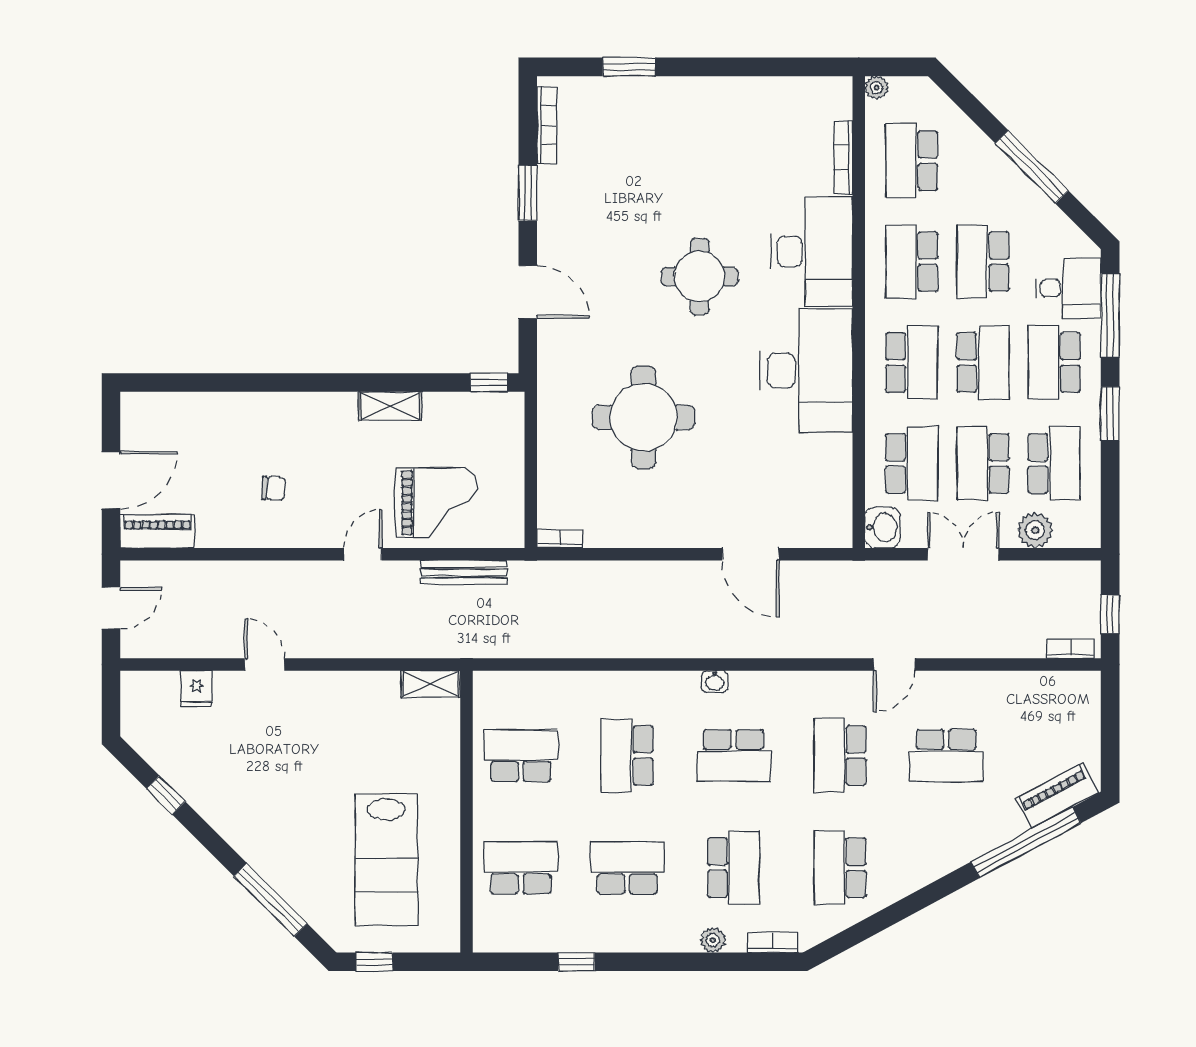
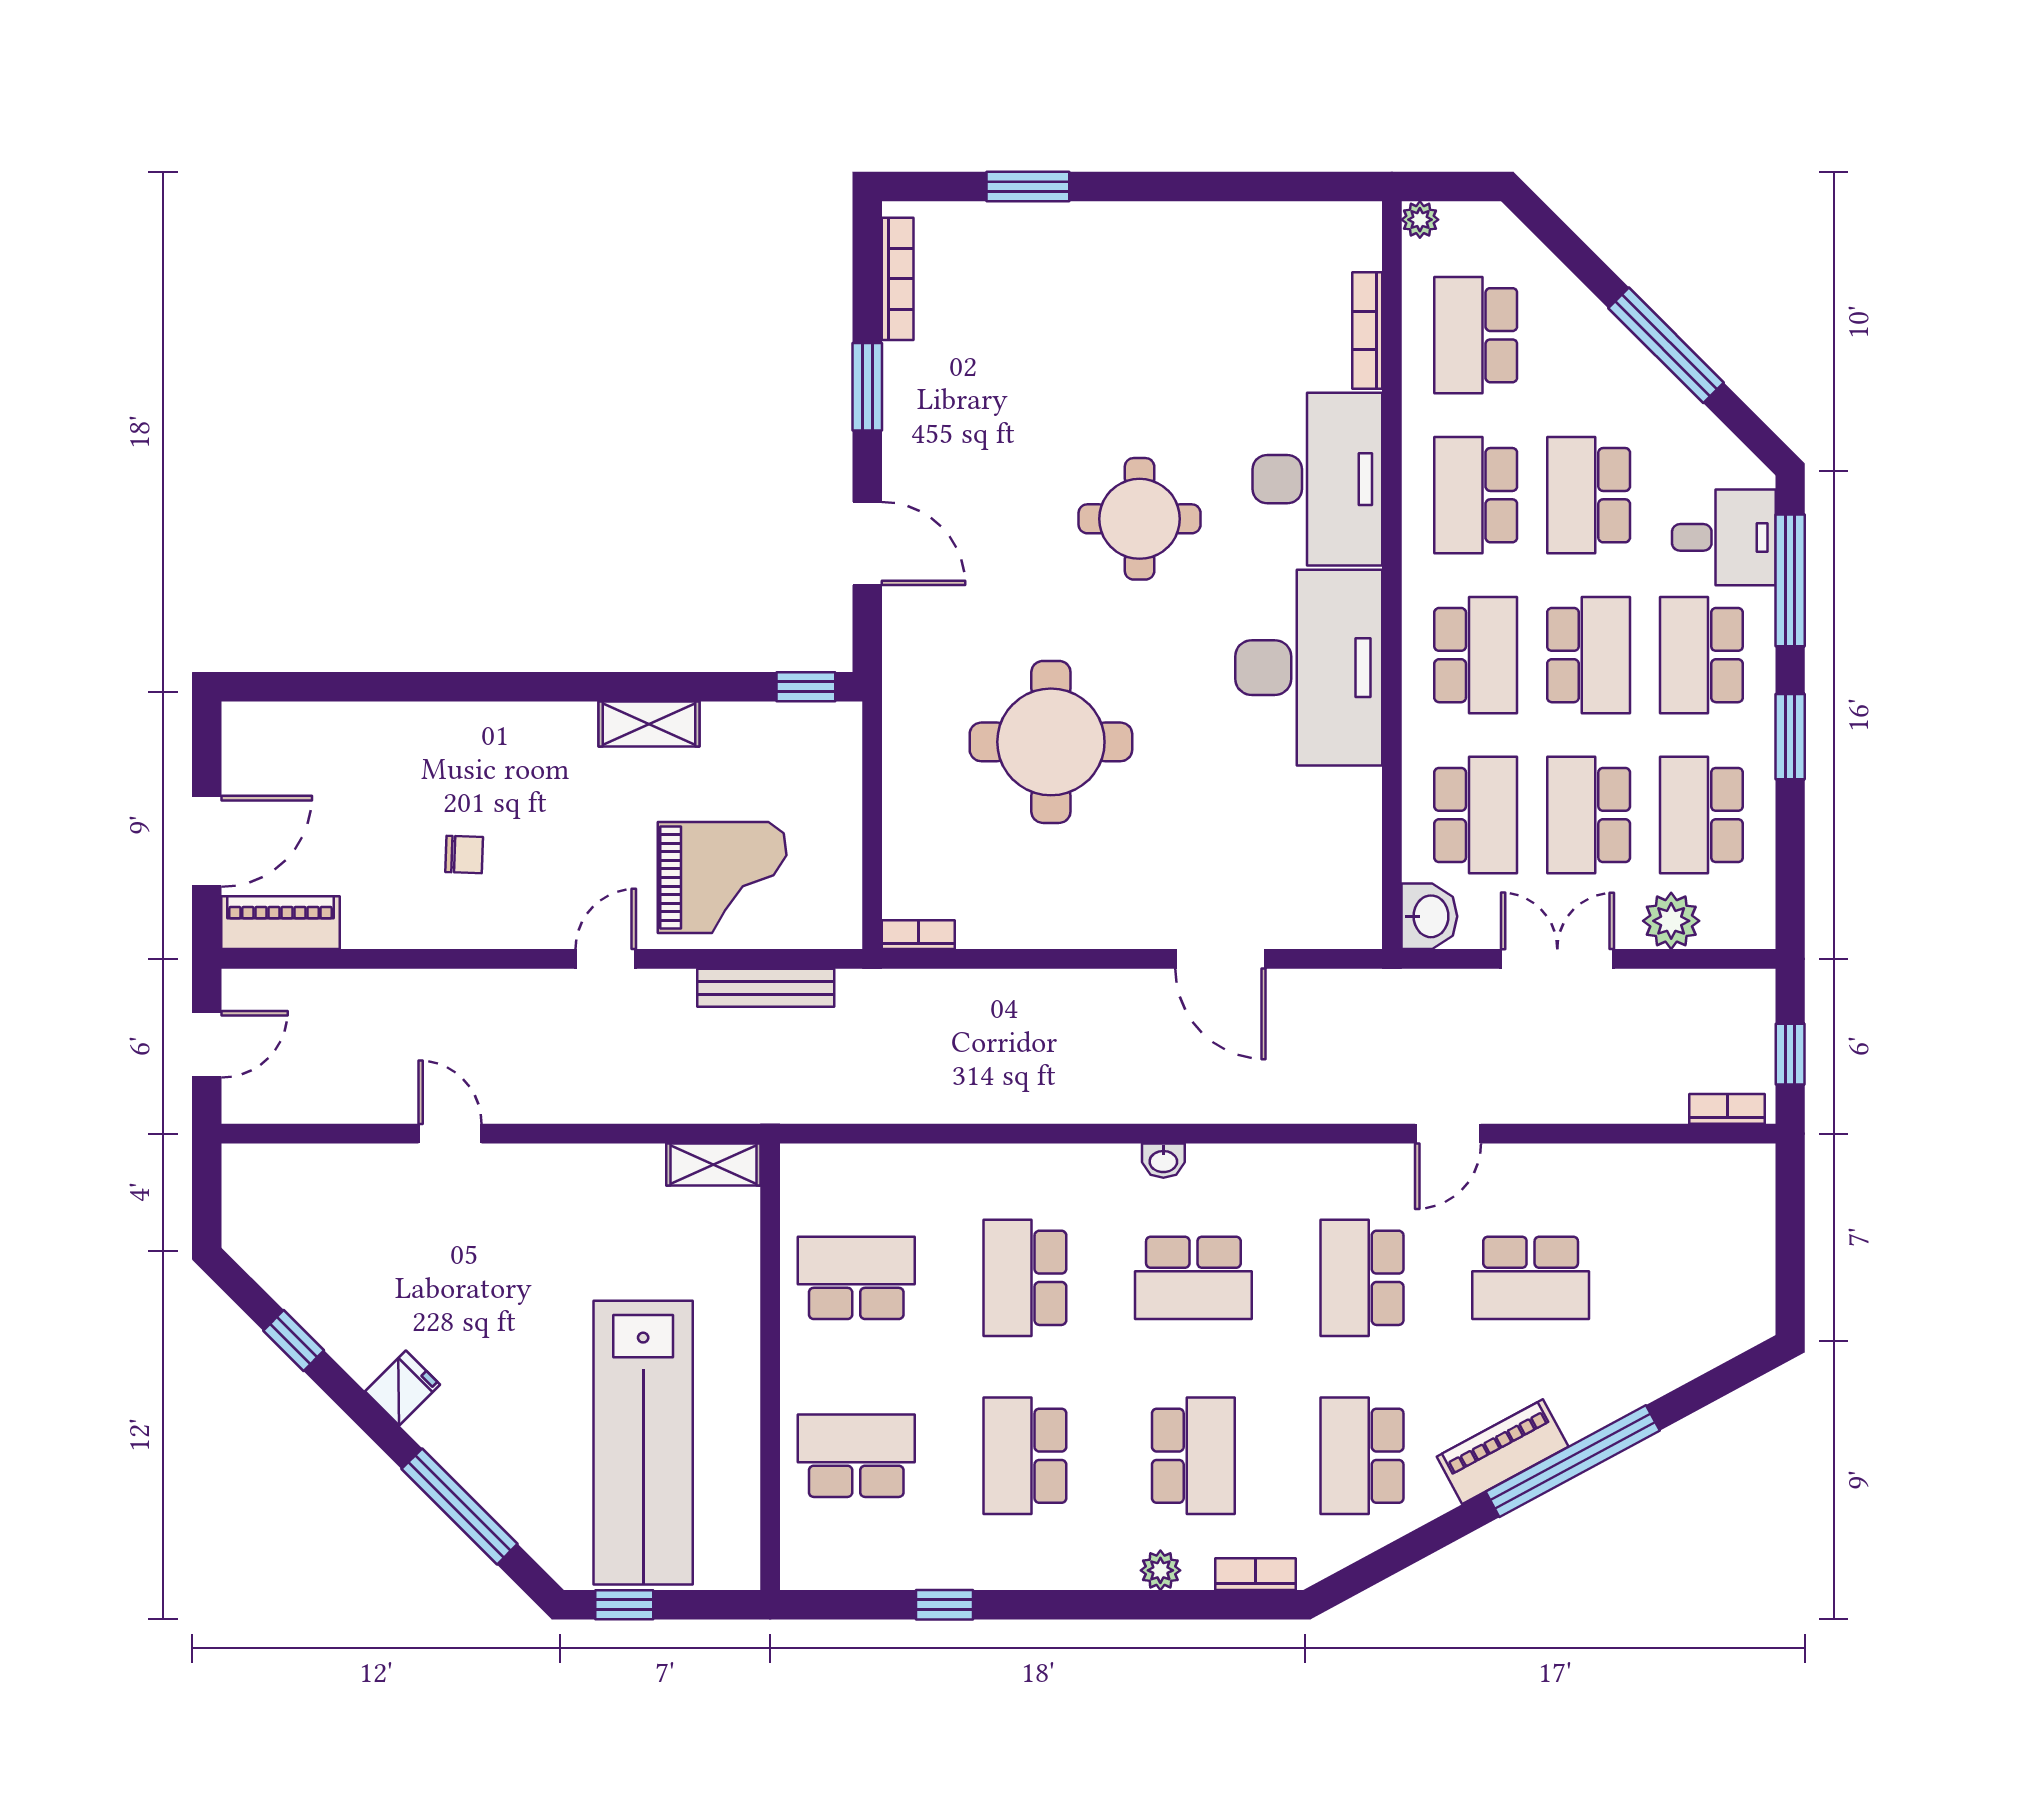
school desk: (1054, 463) -> (1701, 815), turned 180
fridge: (197, 689) -> (403, 1388), moved, turned -135
piano: (1057, 796) -> (1503, 1452), moved
window: (1026, 842) -> (1573, 1461), moved
lab bench: (386, 859) -> (643, 1443), width x1.36
school desk: (627, 868) -> (1025, 1456), turned -90

